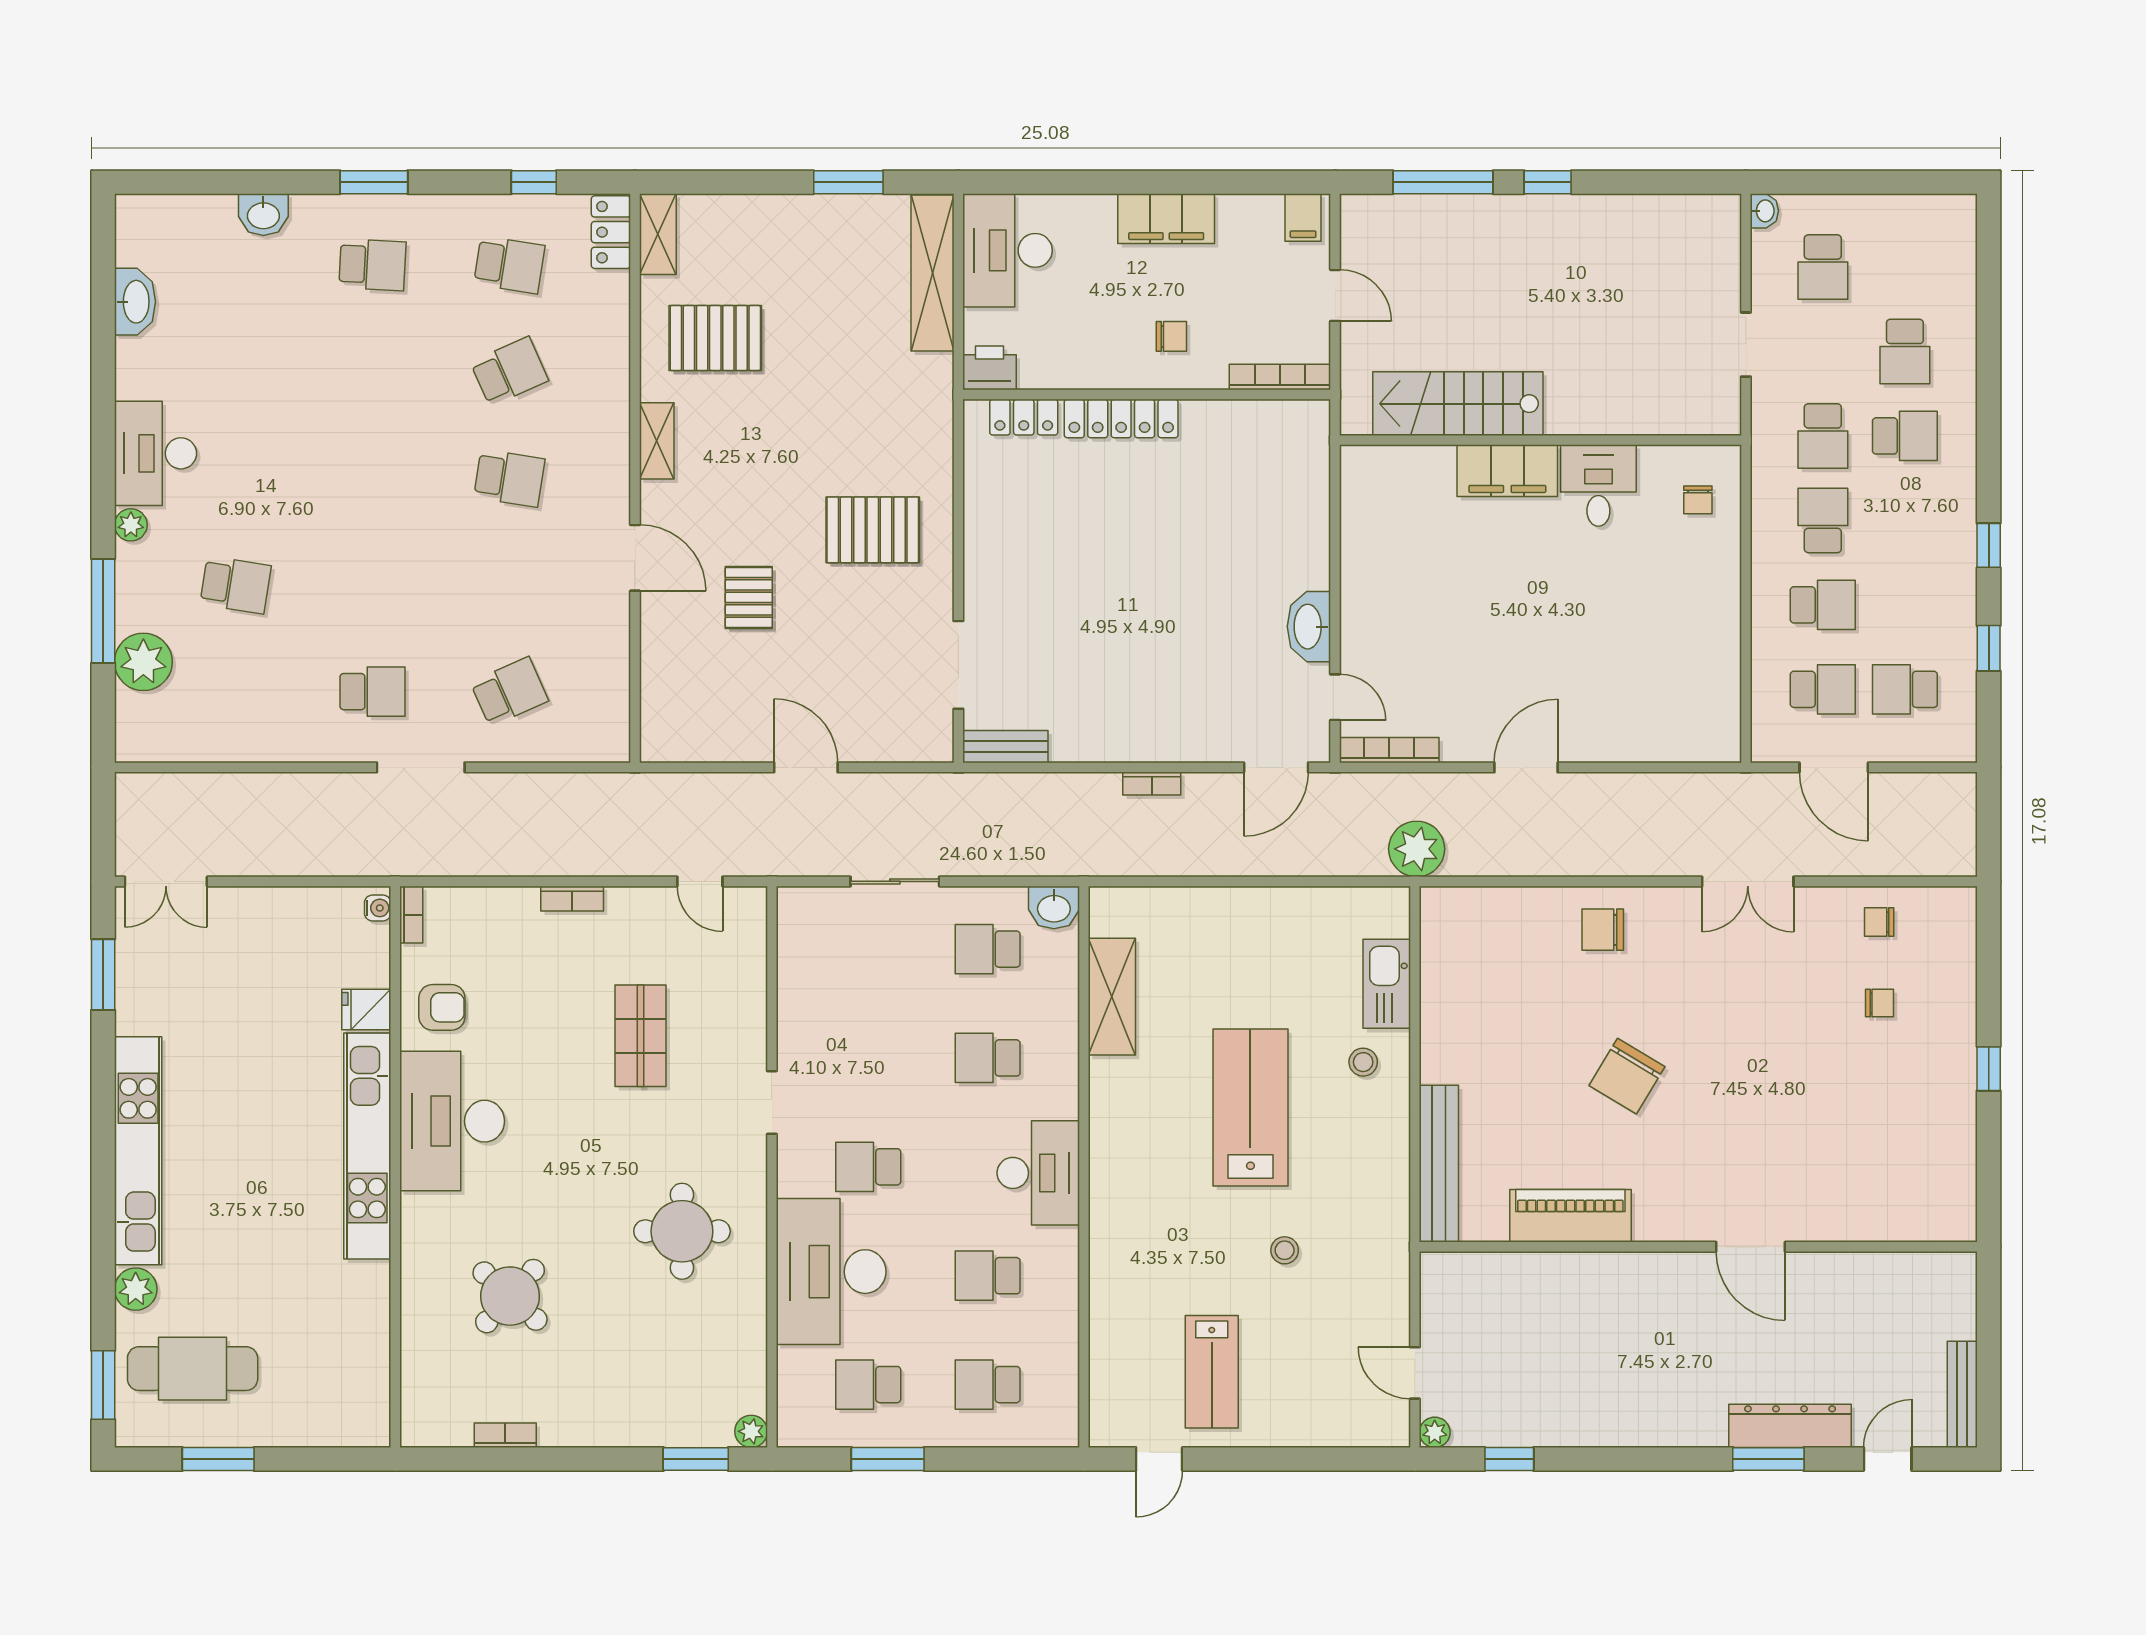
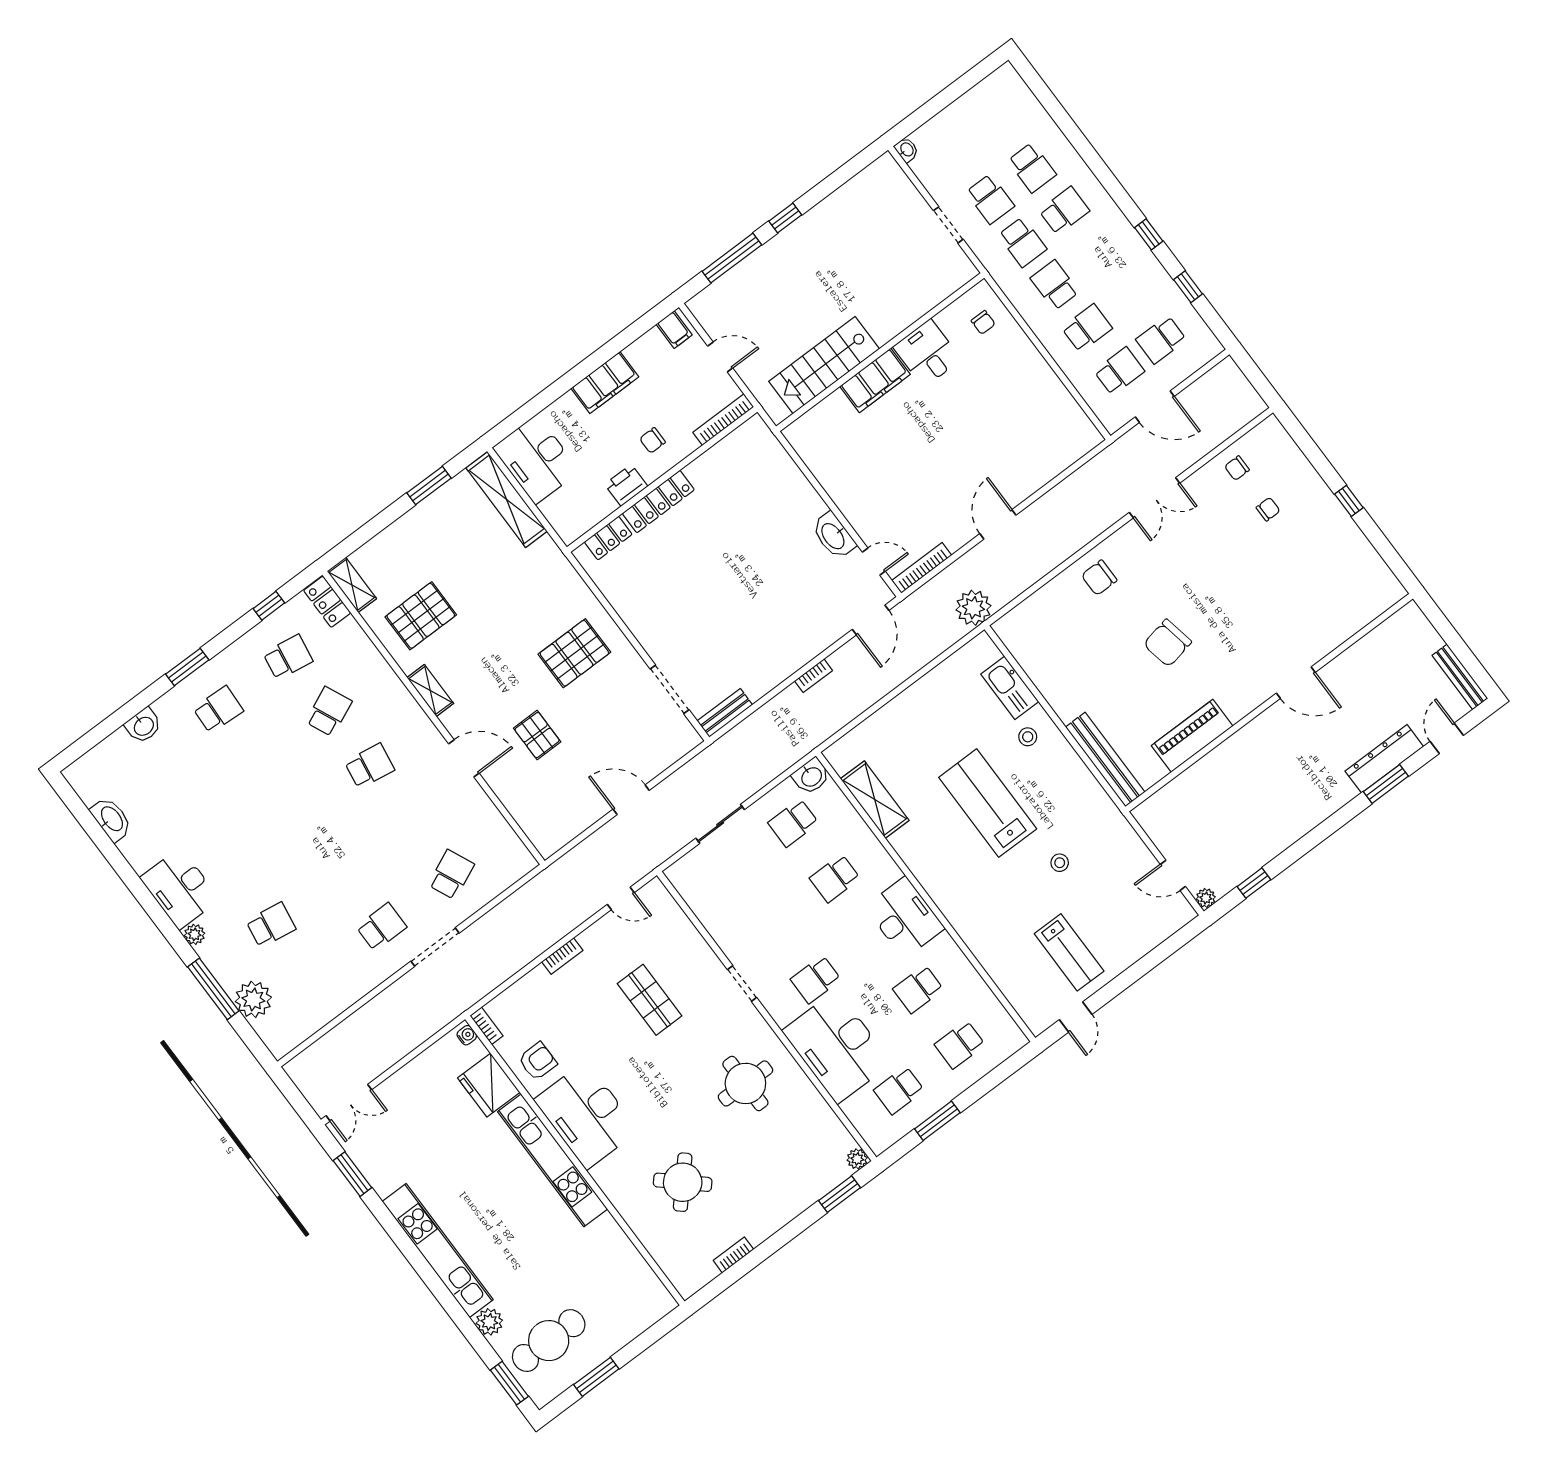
school desk: (1823, 267) -> (990, 199), moved
chair: (1171, 336) -> (652, 440), turned 180
printer: (990, 368) -> (626, 485), moved
fridge: (366, 1009) -> (489, 1085), width x1.88, depth x1.34
chair: (1627, 1076) -> (1167, 643), turned 48

